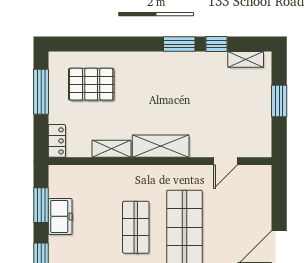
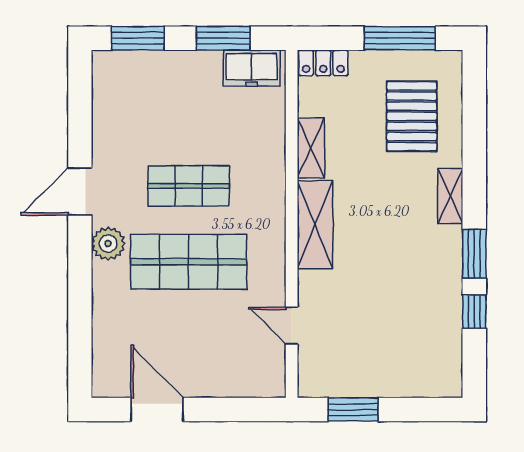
shelving: (246, 59) -> (450, 196), moved
window: (279, 101) -> (353, 409), moved
freezer: (60, 216) -> (252, 68), moved

